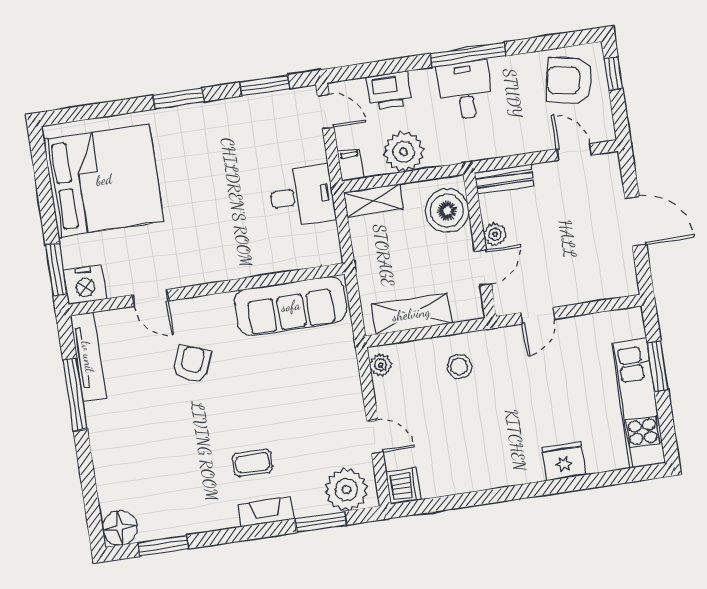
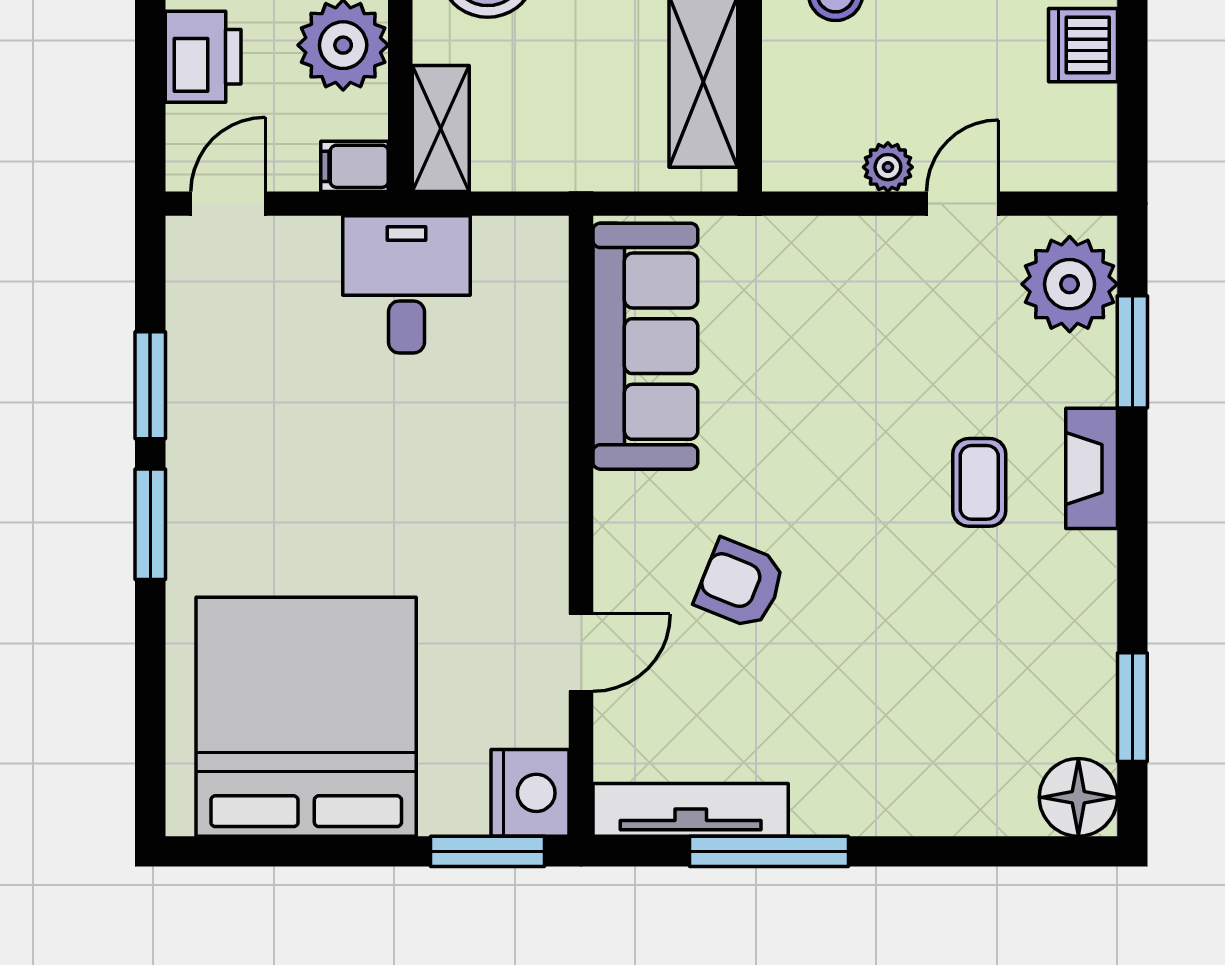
window: (265, 85) -> (150, 385), moved
plant: (381, 365) -> (888, 167), moved
dishwasher: (403, 486) -> (1083, 45), moved, turned -90

